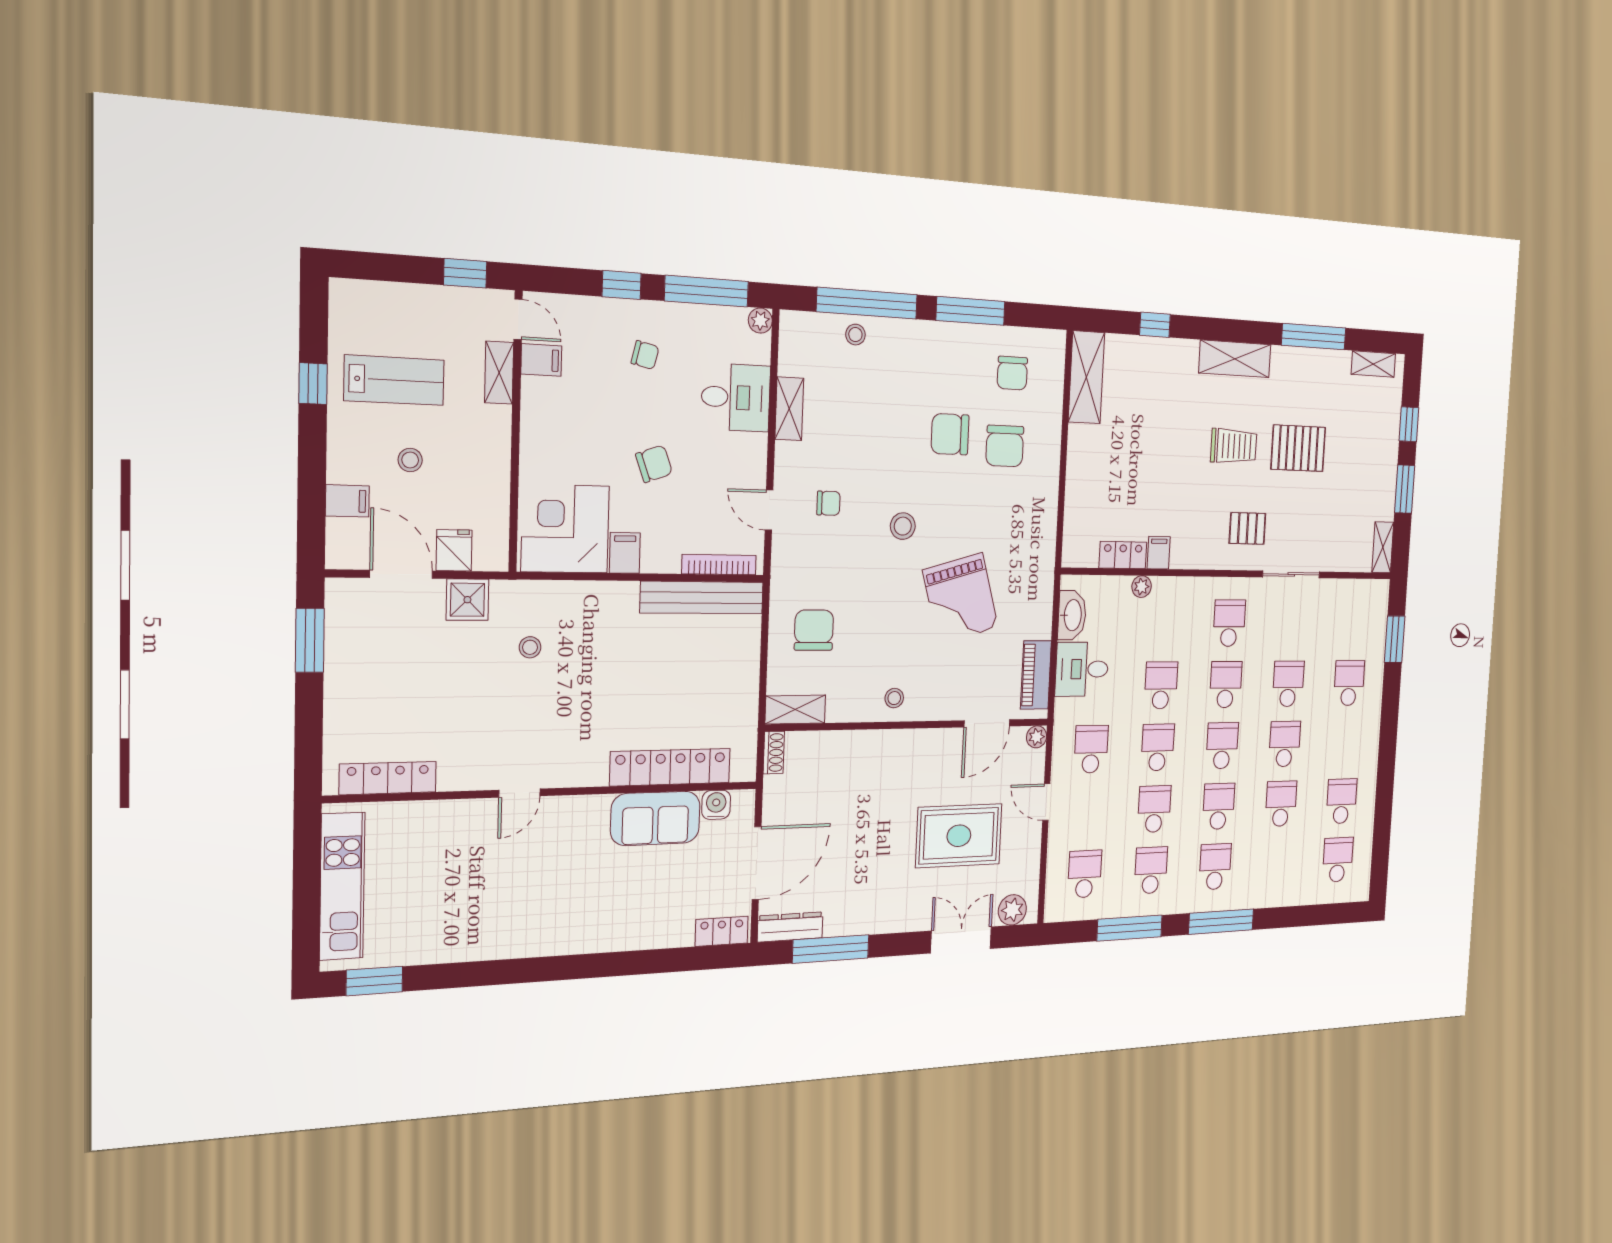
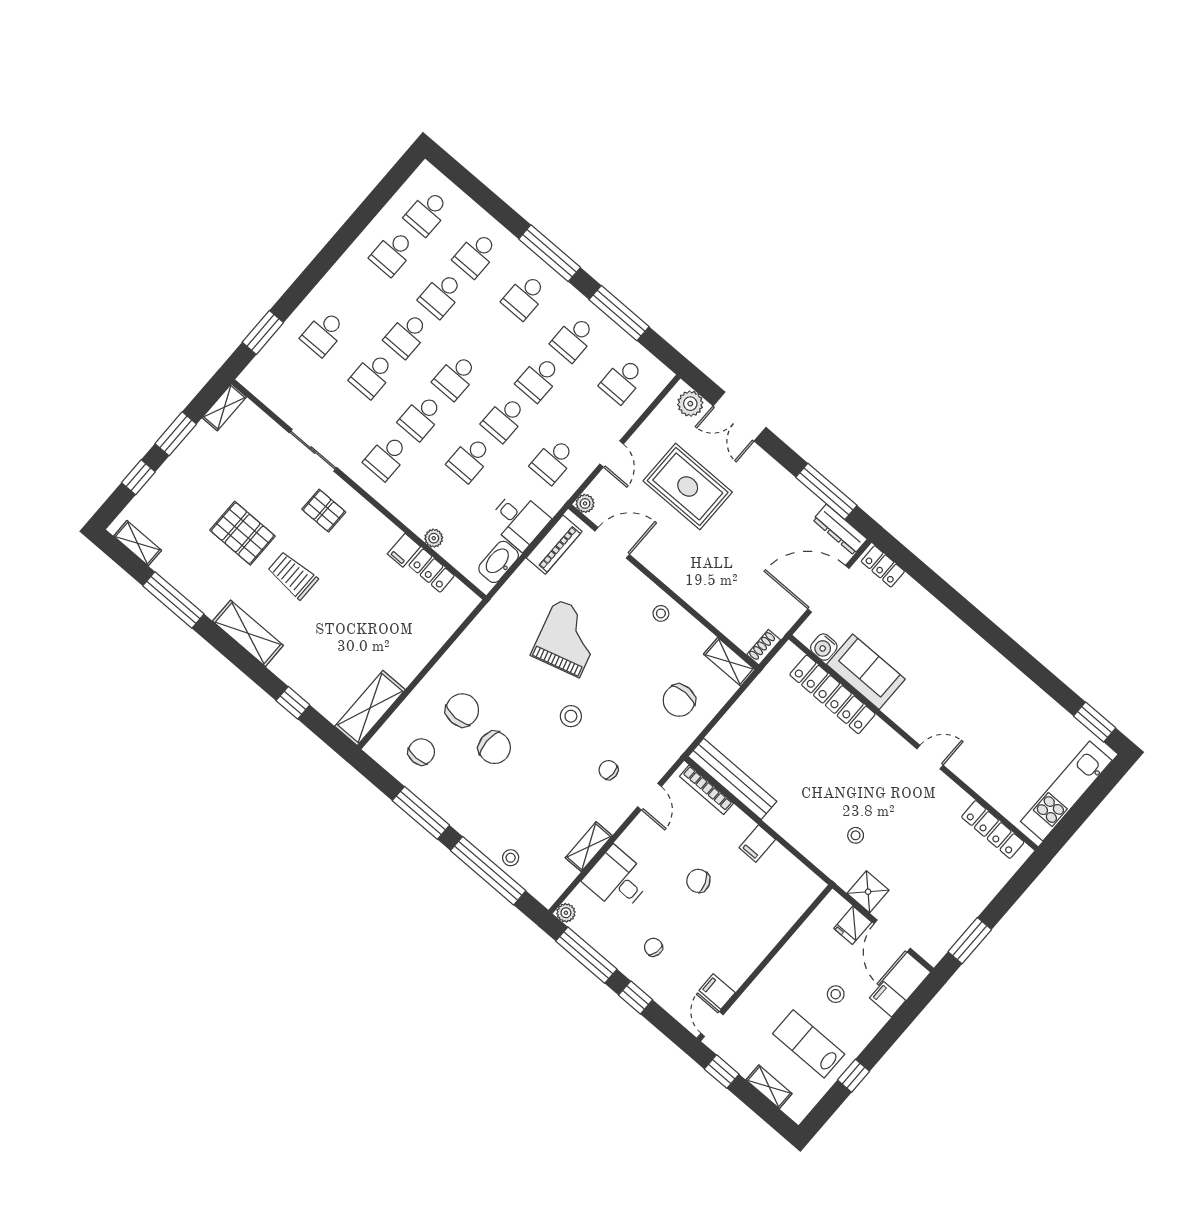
shelving: (499, 373) -> (769, 1087), moved, turned 90
corner desk: (565, 529) -> (781, 886), removed
school desk: (1219, 806) -> (476, 255), moved

